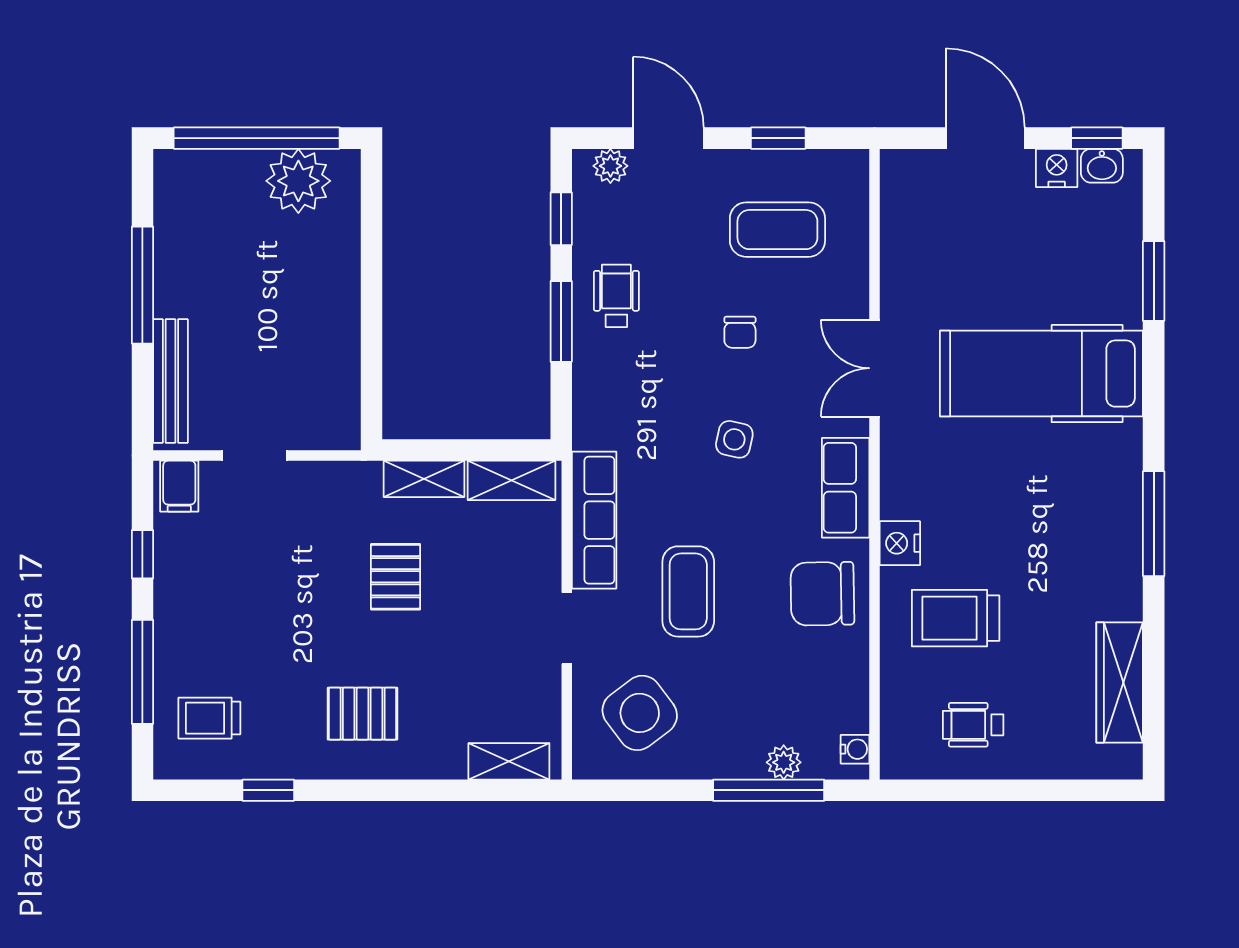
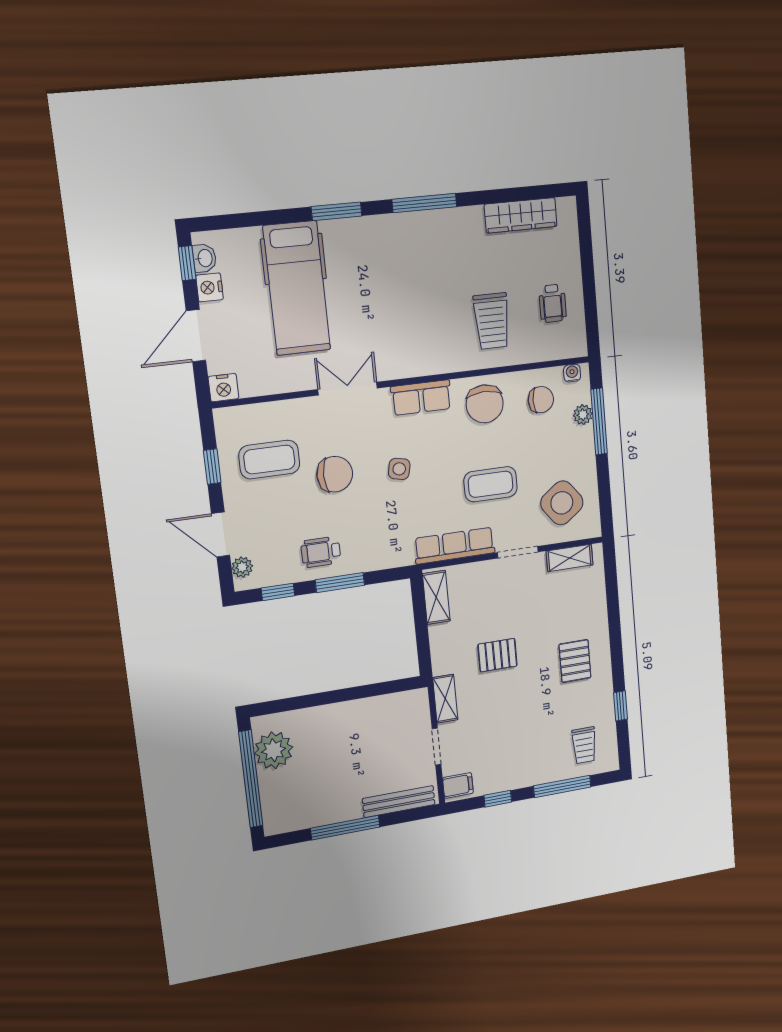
door: (668, 138) -> (221, 534), hinge flipped
coffee table: (777, 230) -> (269, 460), turned 90
window: (1154, 281) -> (337, 211), moved
chair: (740, 332) -> (335, 474), width x1.87, depth x1.87
double door: (875, 368) -> (348, 389), swing flipped
hospital bed: (1041, 374) -> (297, 288), moved
shelving: (424, 479) -> (445, 699), moved
nightstand: (900, 543) -> (223, 388), moved
chair: (818, 691) -> (541, 400), added
shelving: (509, 761) -> (570, 558), moved, turned 90

